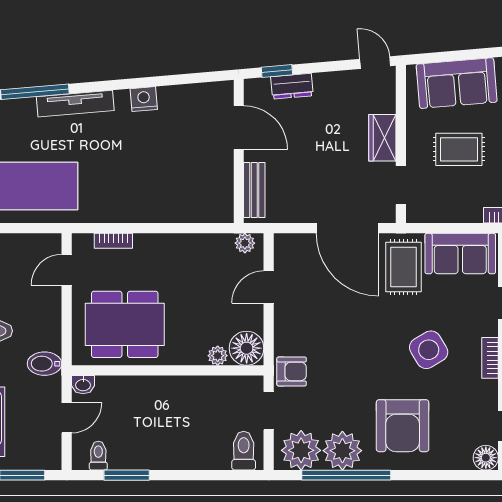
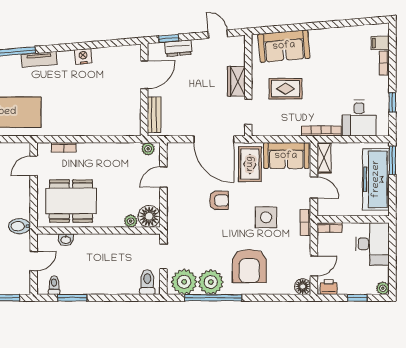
door: (375, 63) -> (218, 34), moved
tv unit: (75, 104) -> (39, 59), width x0.71
door: (239, 127) -> (144, 75), hinge flipped
side table: (429, 350) -> (266, 217), turned 31
armchair: (292, 371) -> (219, 200), moved
washbasin: (83, 385) -> (66, 240), moved

